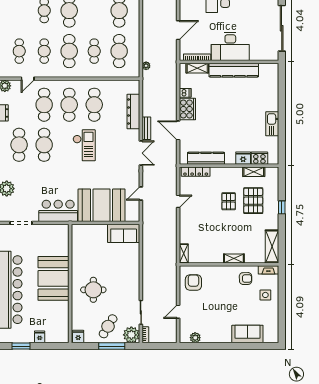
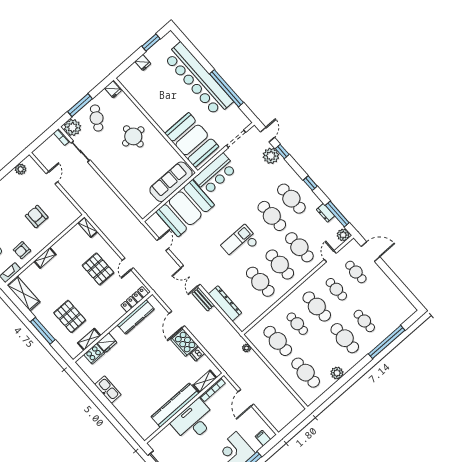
door: (178, 130) -> (177, 320), swing flipped
checkout: (84, 145) -> (240, 243), turned 90
pallet: (229, 201) -> (98, 269), moved, width x1.50, depth x1.42
window: (282, 207) -> (43, 331), width x2.17
sofa: (124, 233) -> (171, 182), moved, width x1.36
booth: (54, 278) -> (192, 140), moved
armchair: (193, 283) -> (37, 217), moved, turned 180

